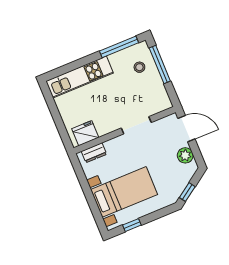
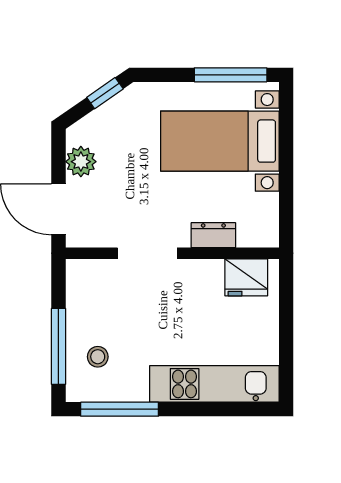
dresser: (94, 153) -> (213, 235), moved
window: (132, 225) -> (231, 75), width x2.17

